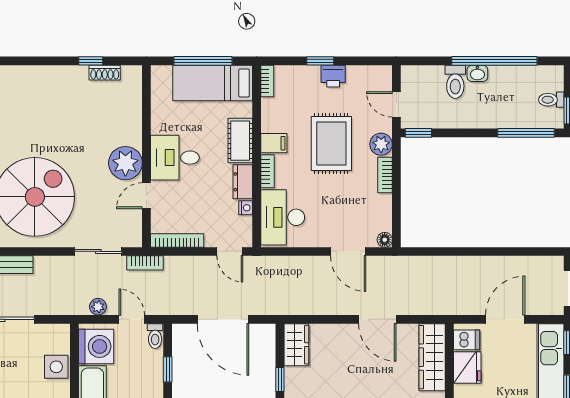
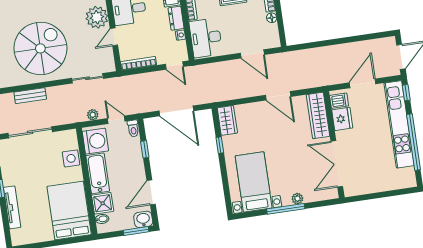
floor lamp: (385, 240) -> (272, 18), moved
bookcase: (145, 263) -> (119, 81), removed

